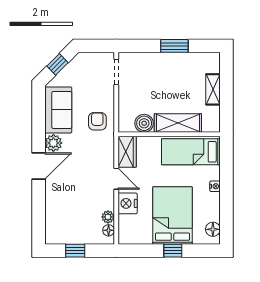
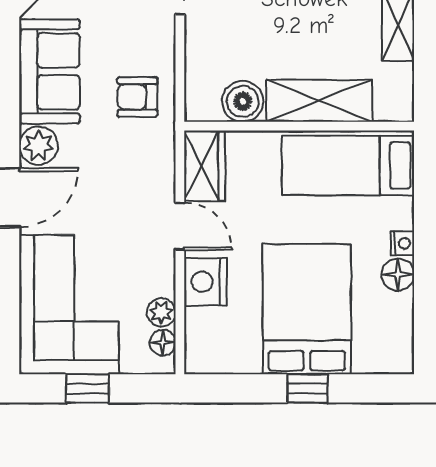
armchair: (97, 121) -> (137, 97), turned -90
corner sofa: (67, 214) -> (69, 305), added
floor lamp: (213, 229) -> (398, 275), moved

